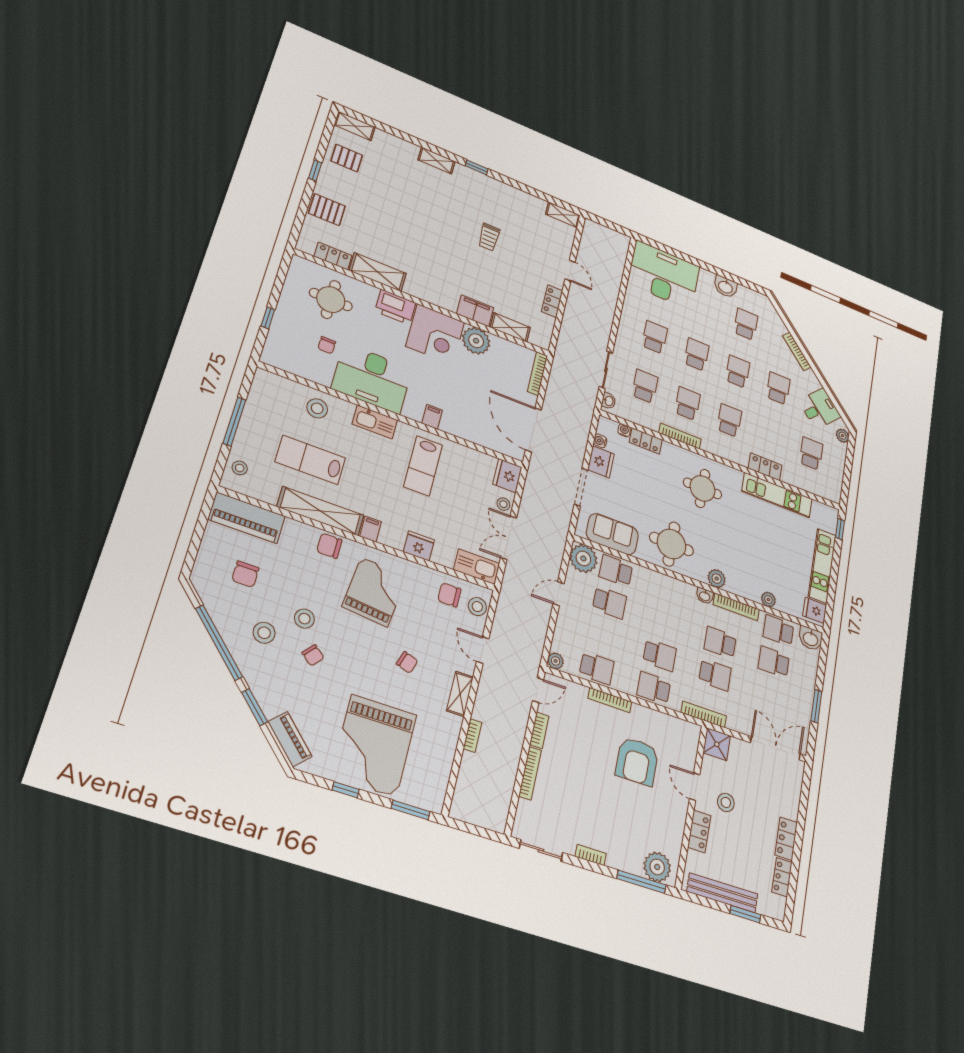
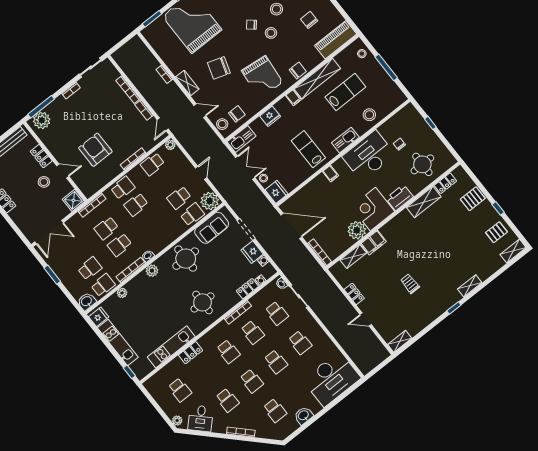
school desk: (720, 643) -> (120, 245), turned 180
chair: (407, 662) -> (219, 68), width x1.87, depth x1.87

